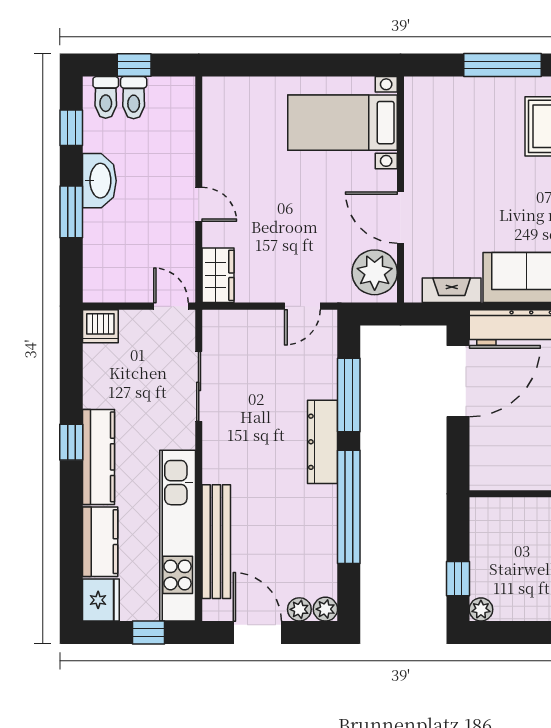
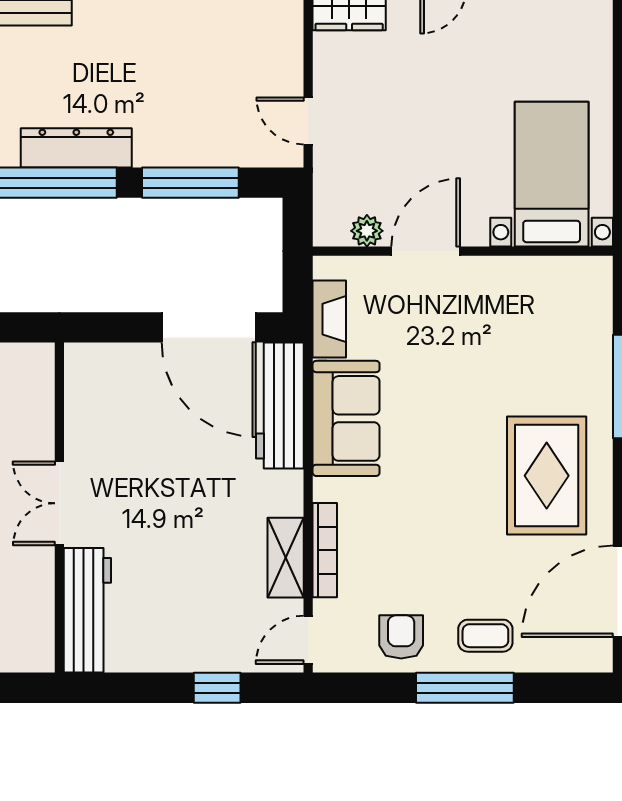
plant: (375, 272) -> (367, 231), width x0.53, depth x0.53
dresser: (323, 442) -> (76, 148), moved

